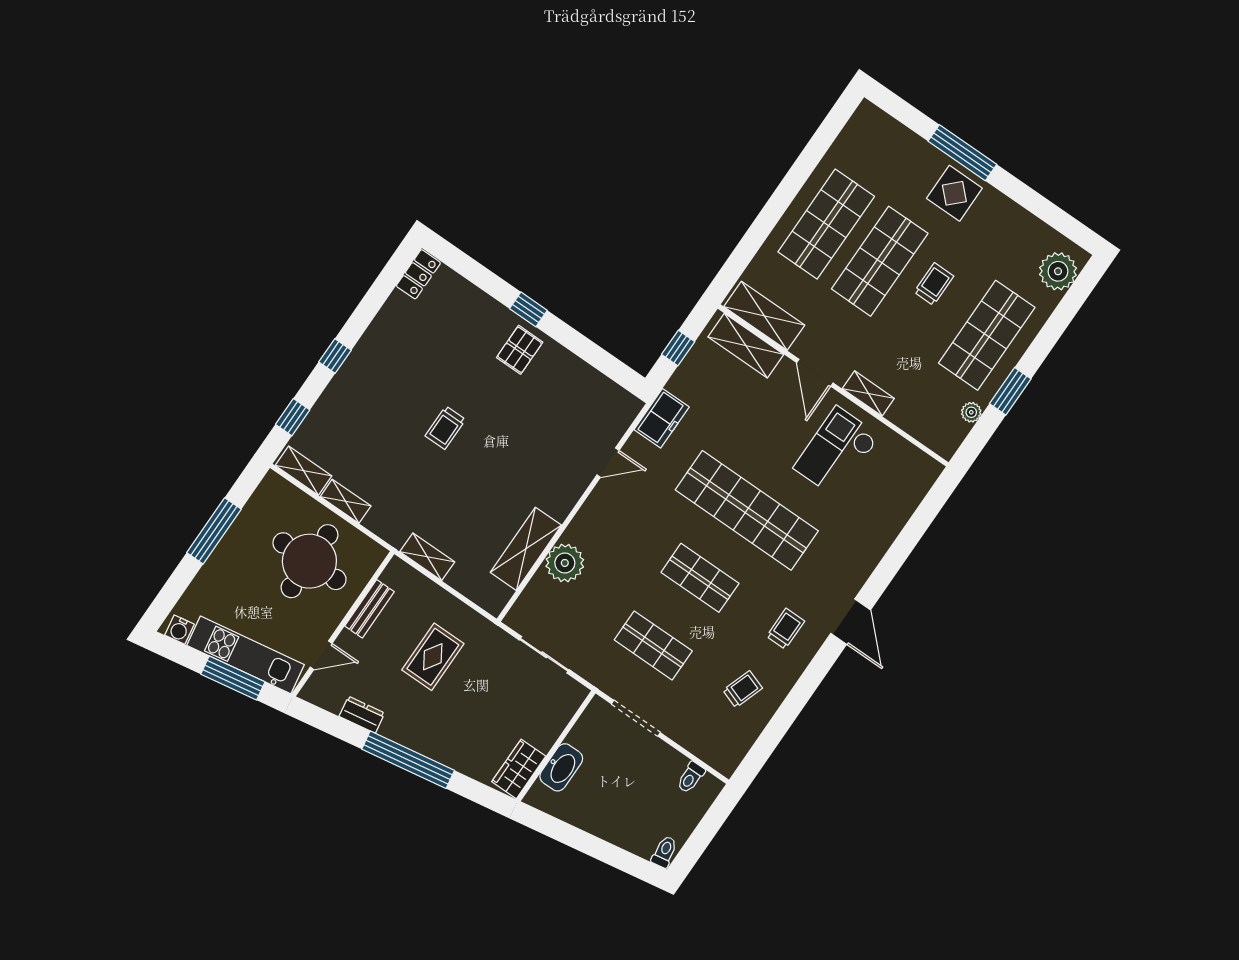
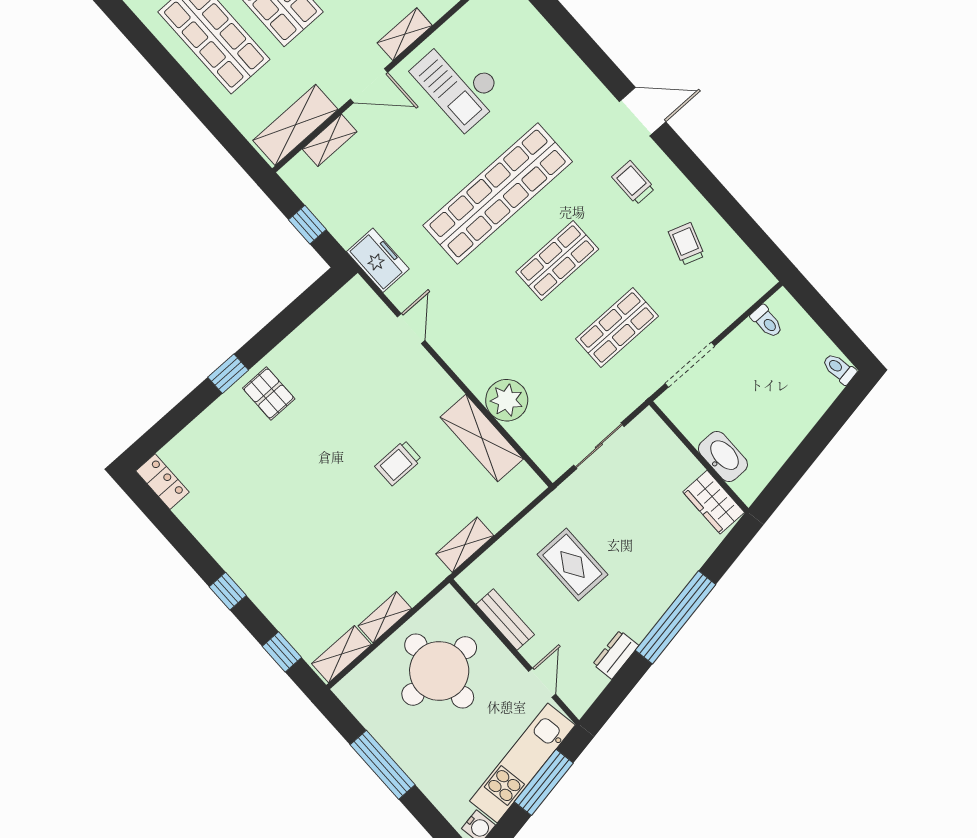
shelving: (746, 346) -> (330, 140), width x0.67, depth x0.75
trolley: (445, 428) -> (398, 463), moved, turned 90

